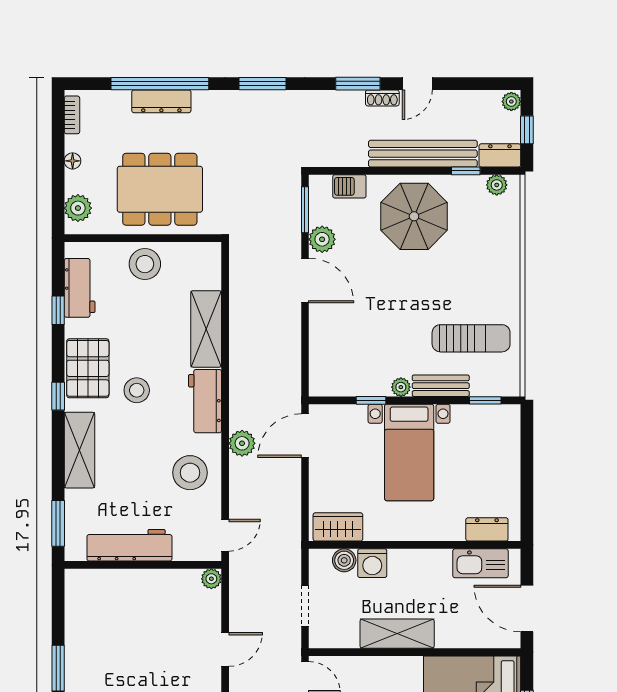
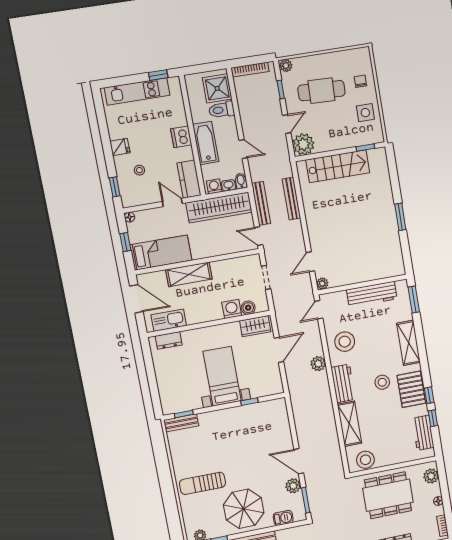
stool: (145, 264) -> (365, 460), moved
sun lounger: (471, 338) -> (202, 483), moved
bench: (441, 386) -> (181, 423), moved
plant: (401, 387) -> (234, 412), removed
window: (58, 396) -> (429, 395), moved
door: (305, 436) -> (279, 350), moved
shelving: (397, 634) -> (189, 274), moved
door: (225, 649) -> (310, 262), moved

